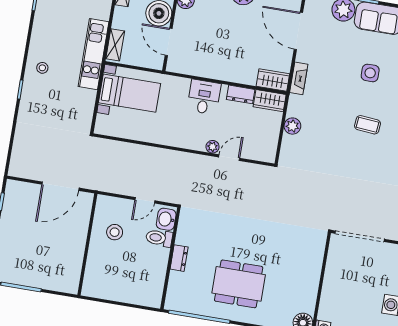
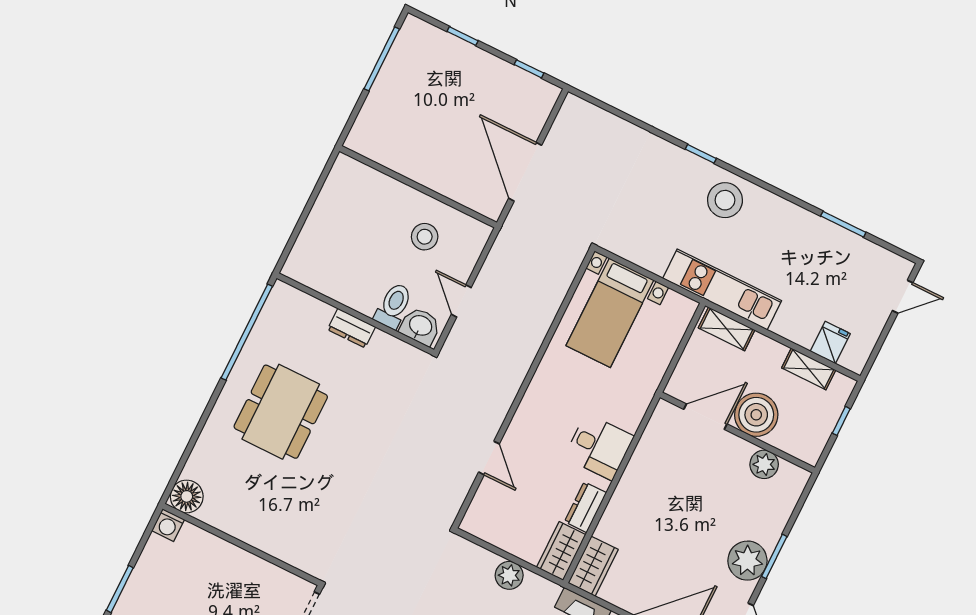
stool: (42, 68) -> (725, 200), width x1.89, depth x1.89
bed with nightstands: (130, 93) -> (610, 313), moved
plant: (213, 147) -> (515, 436), removed

